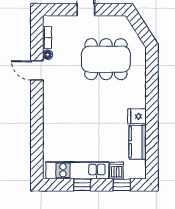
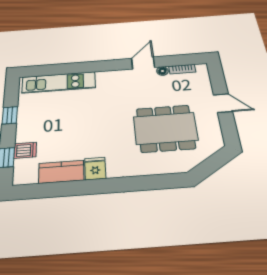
dining table: (106, 59) -> (165, 128), turned 90
kitchen unit: (77, 170) -> (59, 82), moved, turned 90

